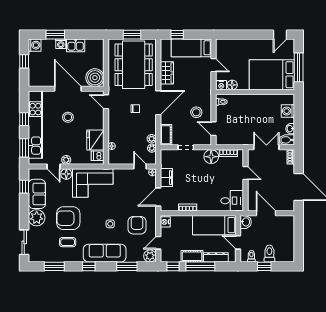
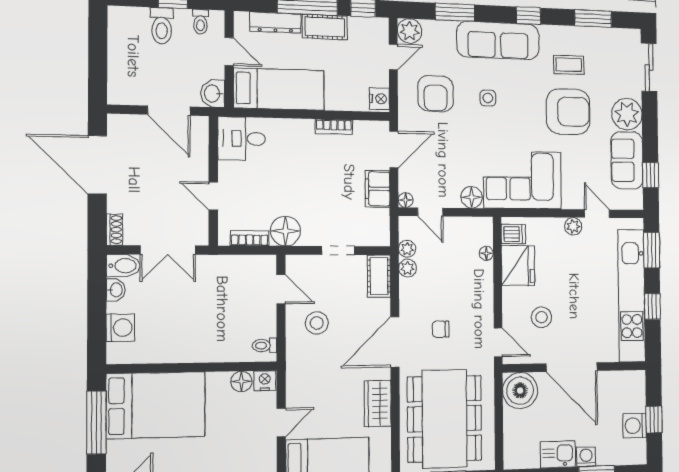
washing machine: (35, 45) -> (635, 426), moved
door: (213, 65) -> (281, 422), swing flipped
stool: (68, 117) -> (541, 317), moved
floor lamp: (66, 174) -> (472, 197), moved

